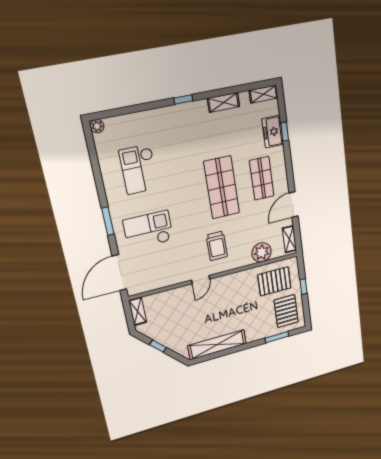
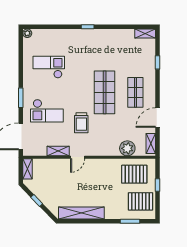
shelving: (224, 102) -> (58, 151), moved
freezer: (273, 132) -> (148, 61), removed
checkout: (139, 169) -> (49, 67), turned 90
checkout: (148, 230) -> (47, 111), turned 180
trolley: (217, 246) -> (81, 123), moved
pallet: (286, 311) -> (141, 201), turned 90

